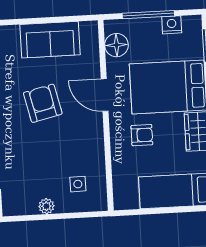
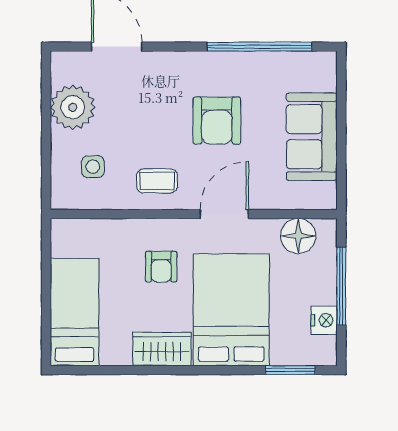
armchair: (43, 103) -> (217, 121), turned 103
coffee table: (85, 141) -> (157, 181), added
plant: (46, 206) -> (73, 107), width x1.87, depth x1.87

